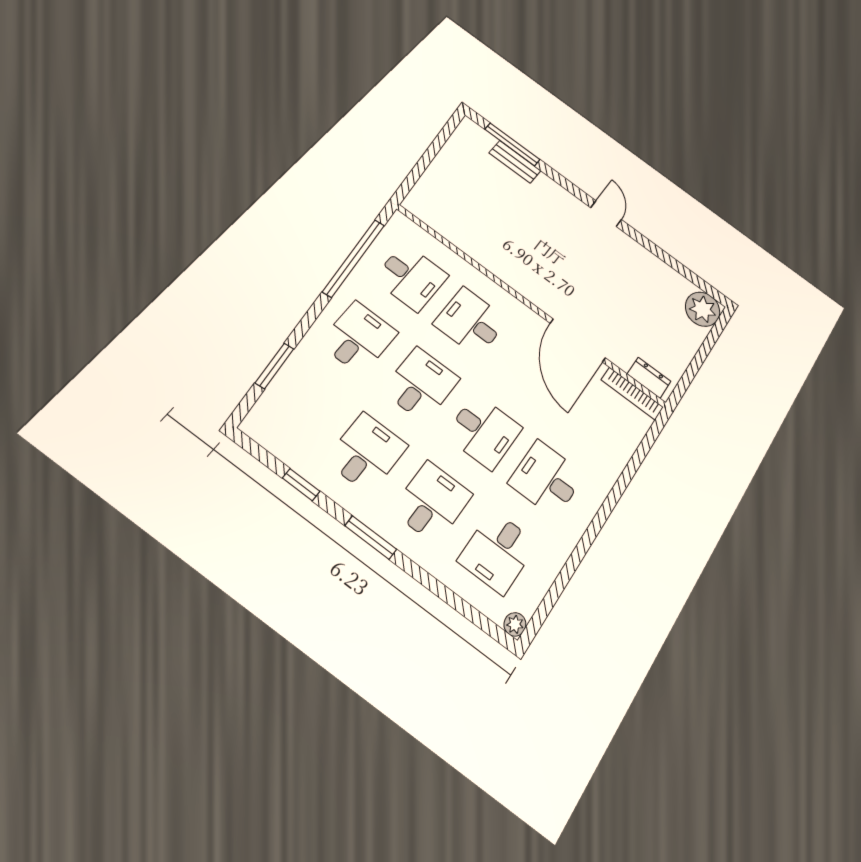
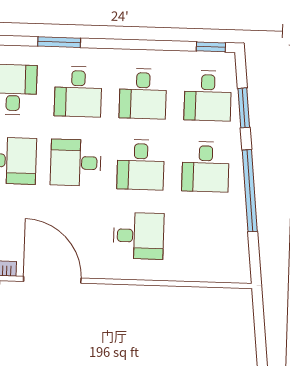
window: (354, 258) -> (250, 191), moved
desk: (411, 277) -> (208, 96), moved, turned -90
window: (301, 485) -> (211, 47), moved
window: (371, 537) -> (59, 42), moved

